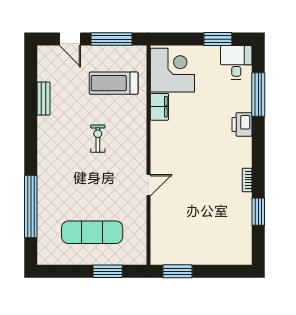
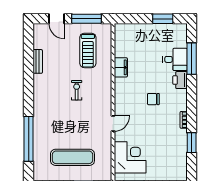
desk: (236, 62) -> (175, 59), moved, turned 90
corner desk: (172, 70) -> (130, 157), moved
treadmill: (114, 83) -> (88, 50), turned -90
chair: (205, 151) -> (153, 99), added

